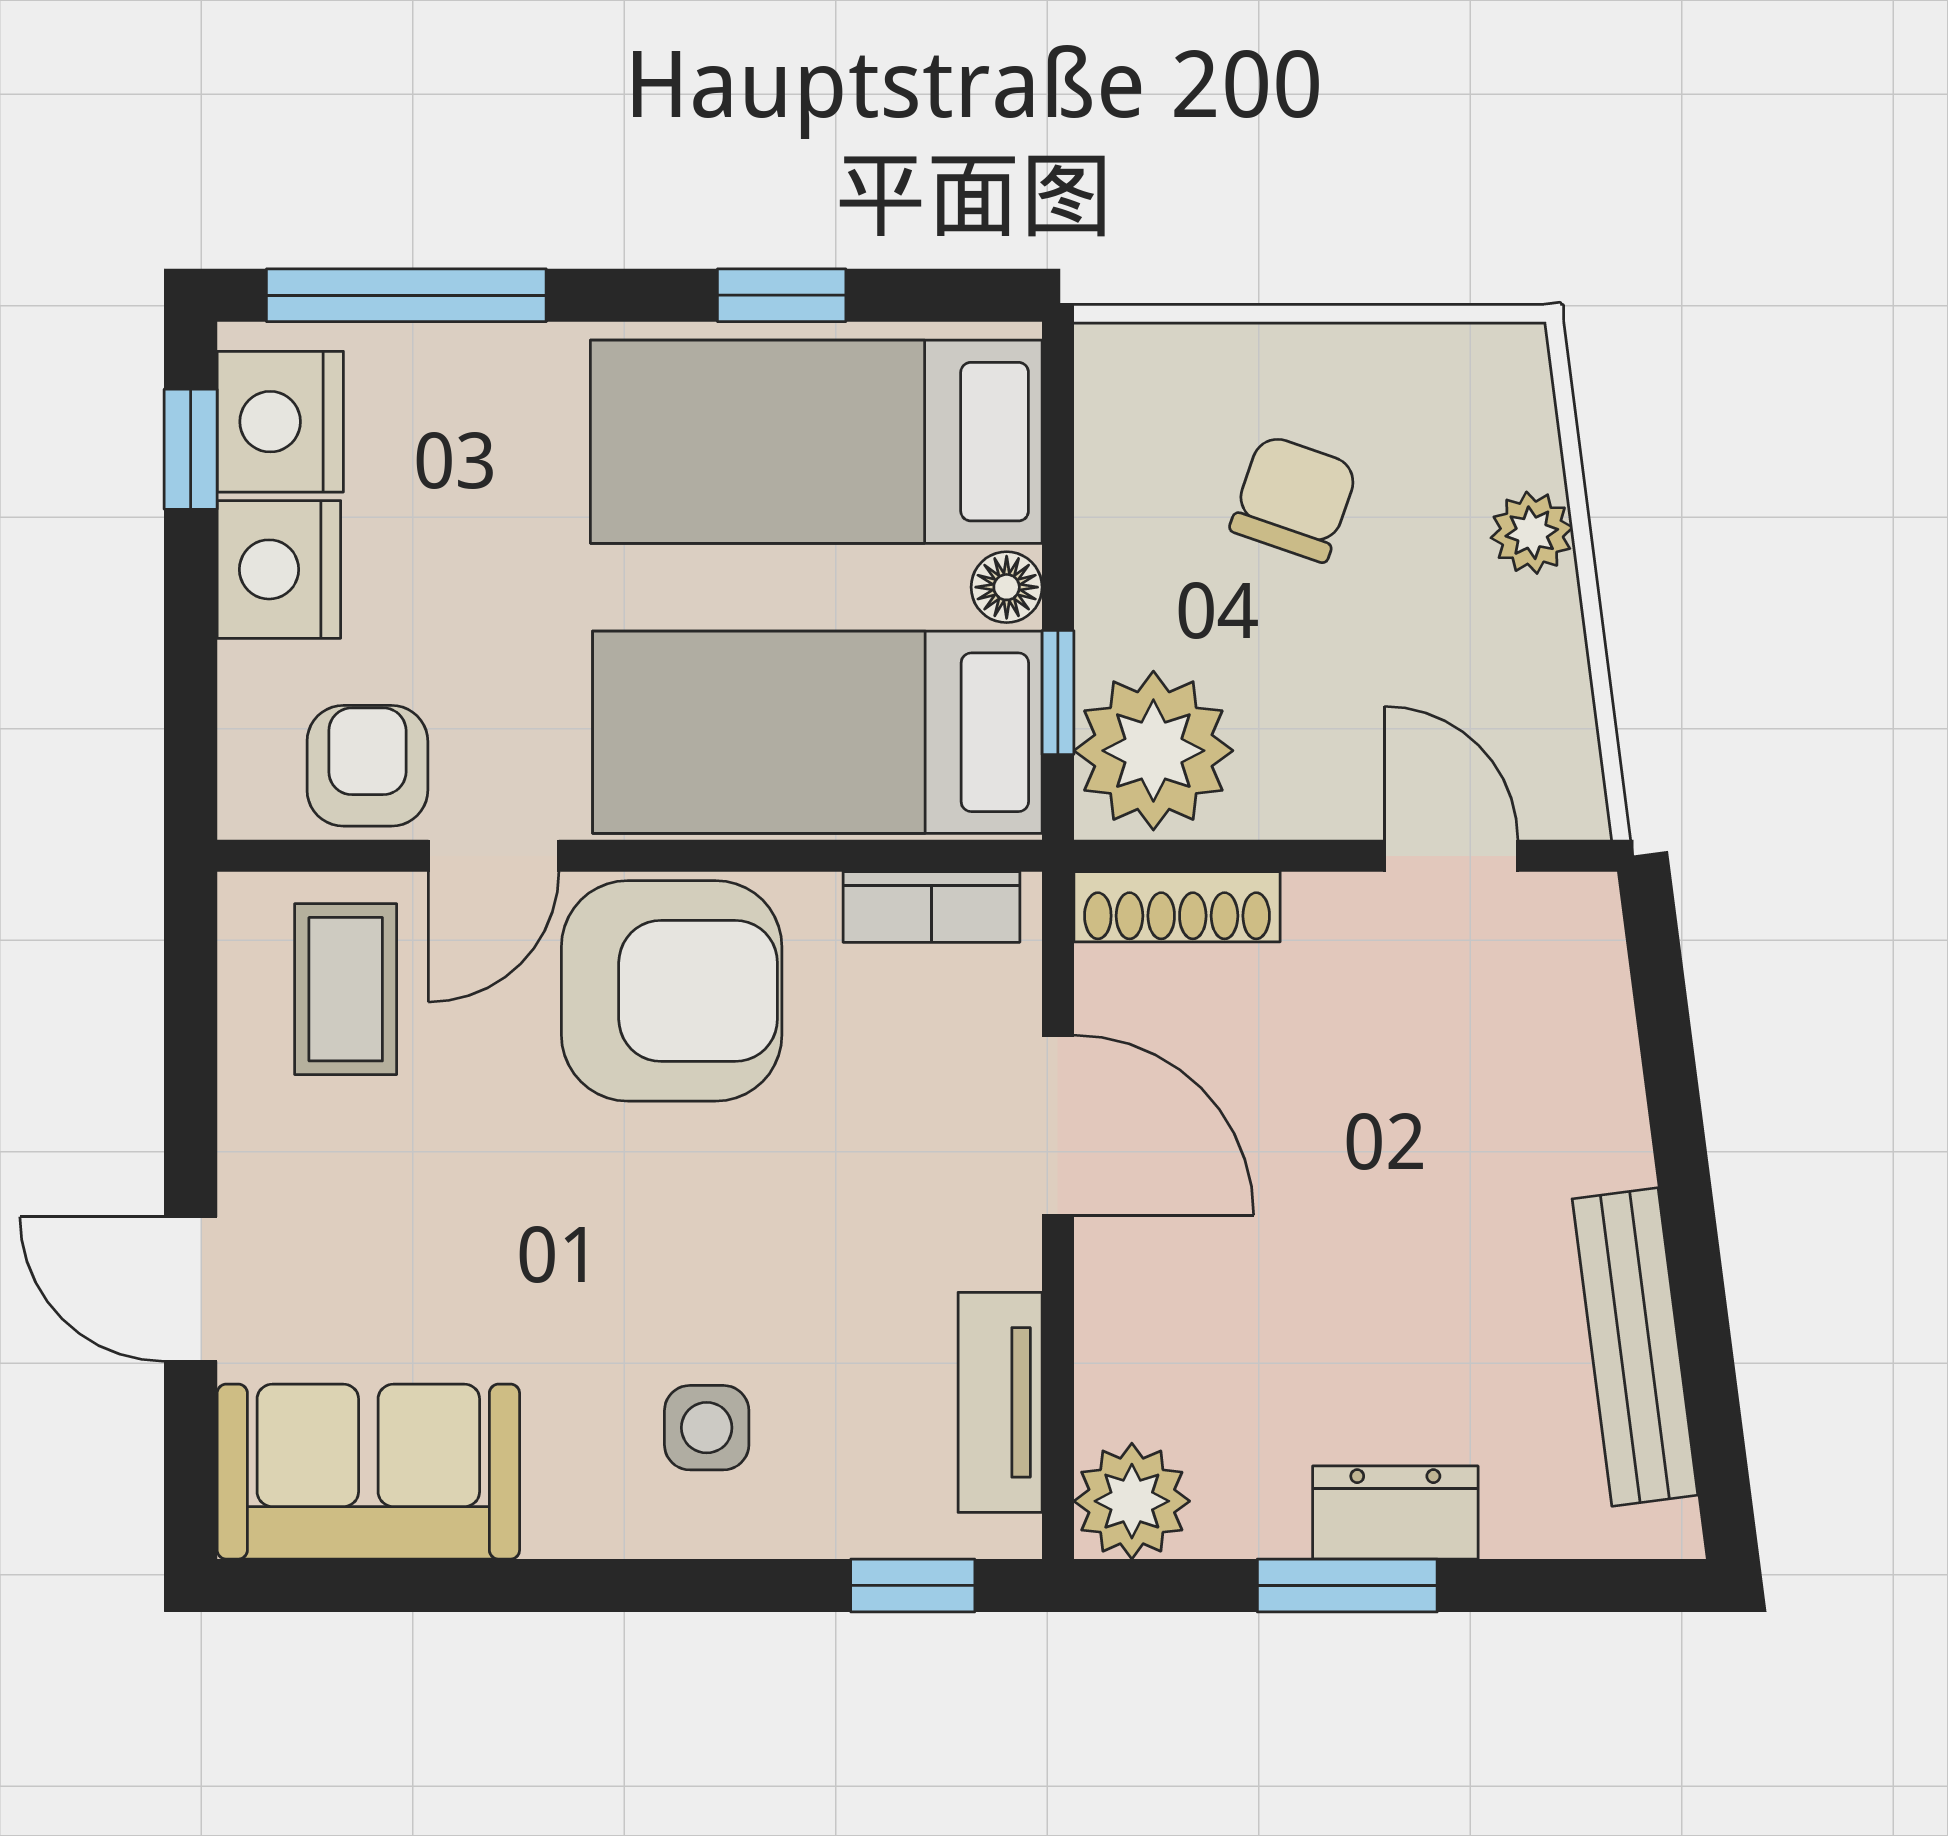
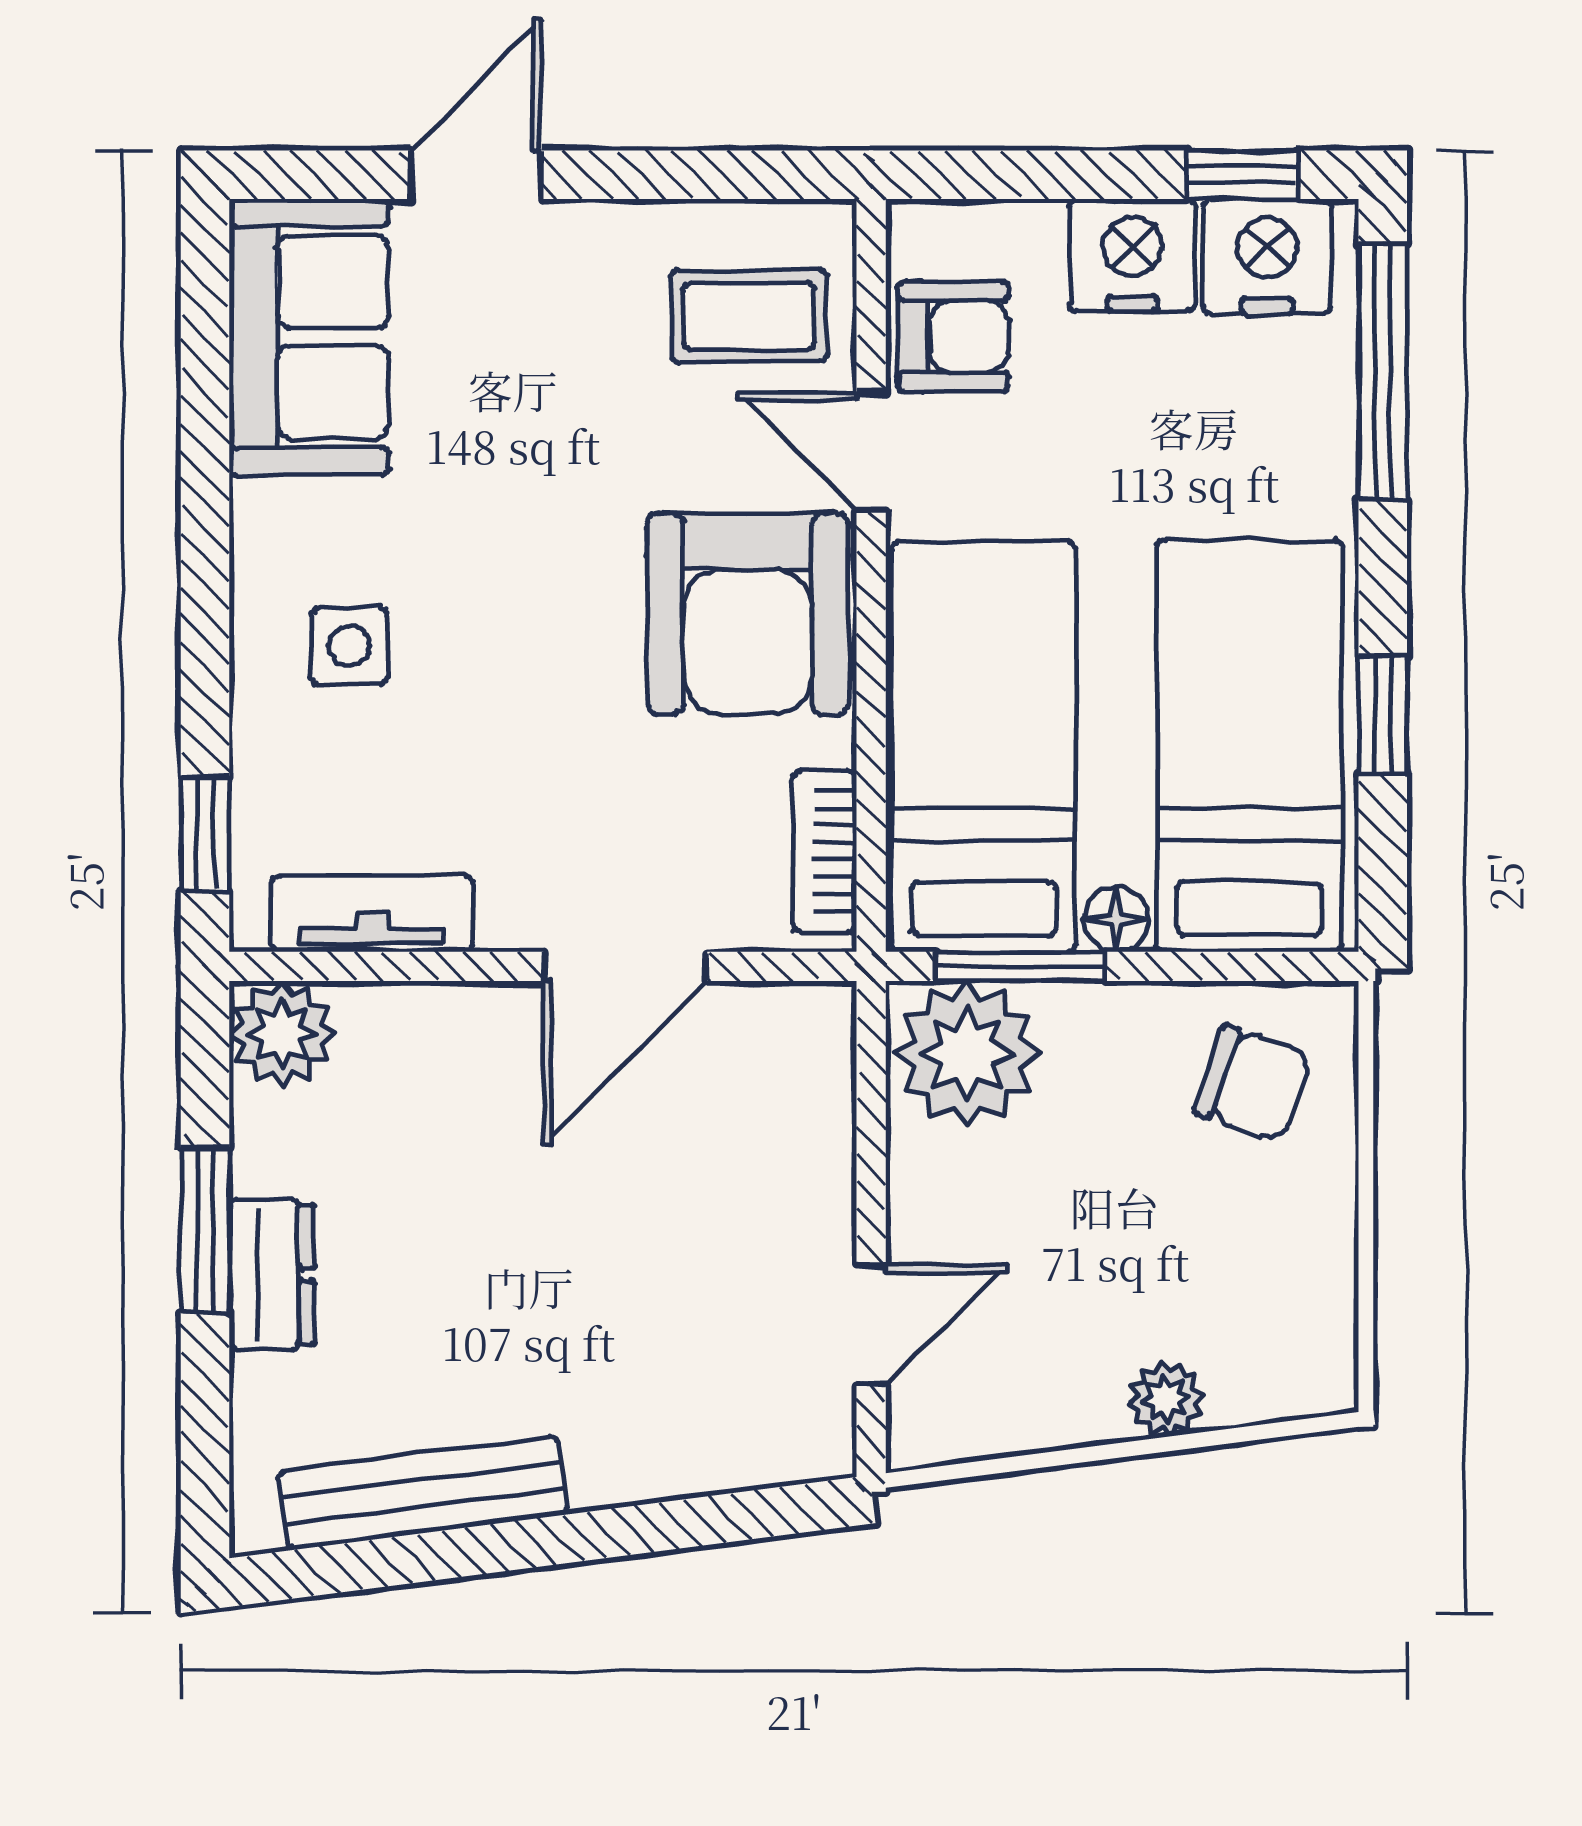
chair: (1294, 498) -> (1253, 1084), moved
window: (1058, 693) -> (1020, 966), width x1.50
shoe rack: (1177, 907) -> (825, 1075), removed

